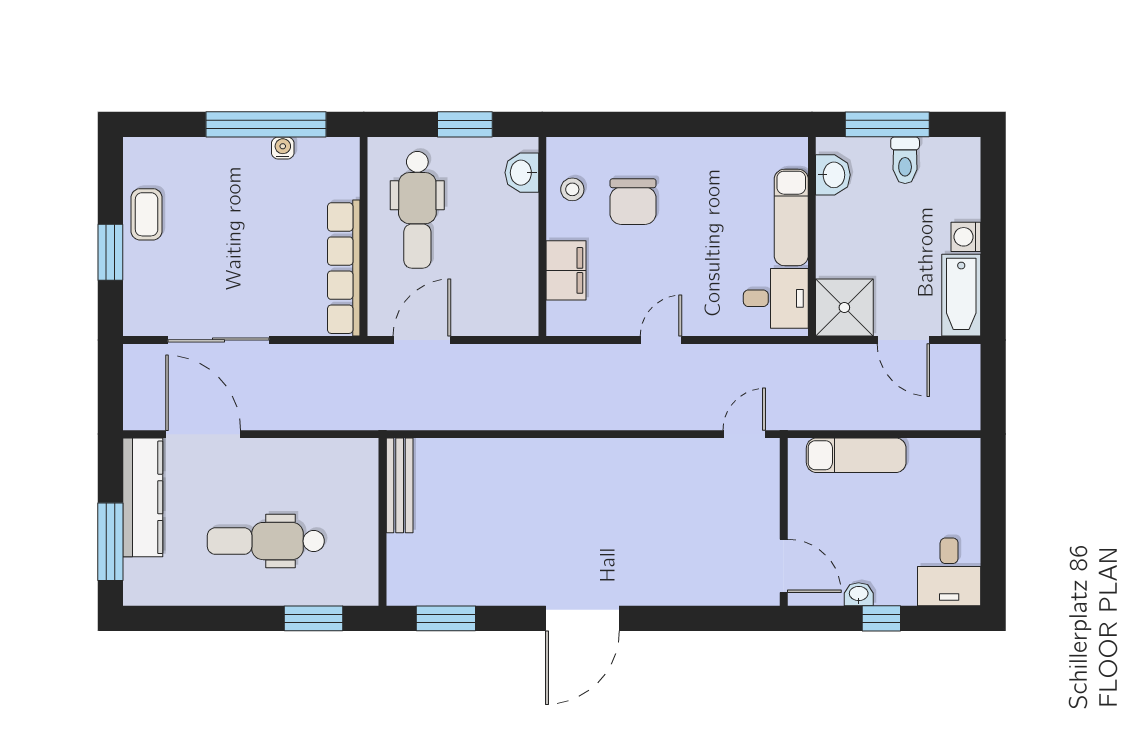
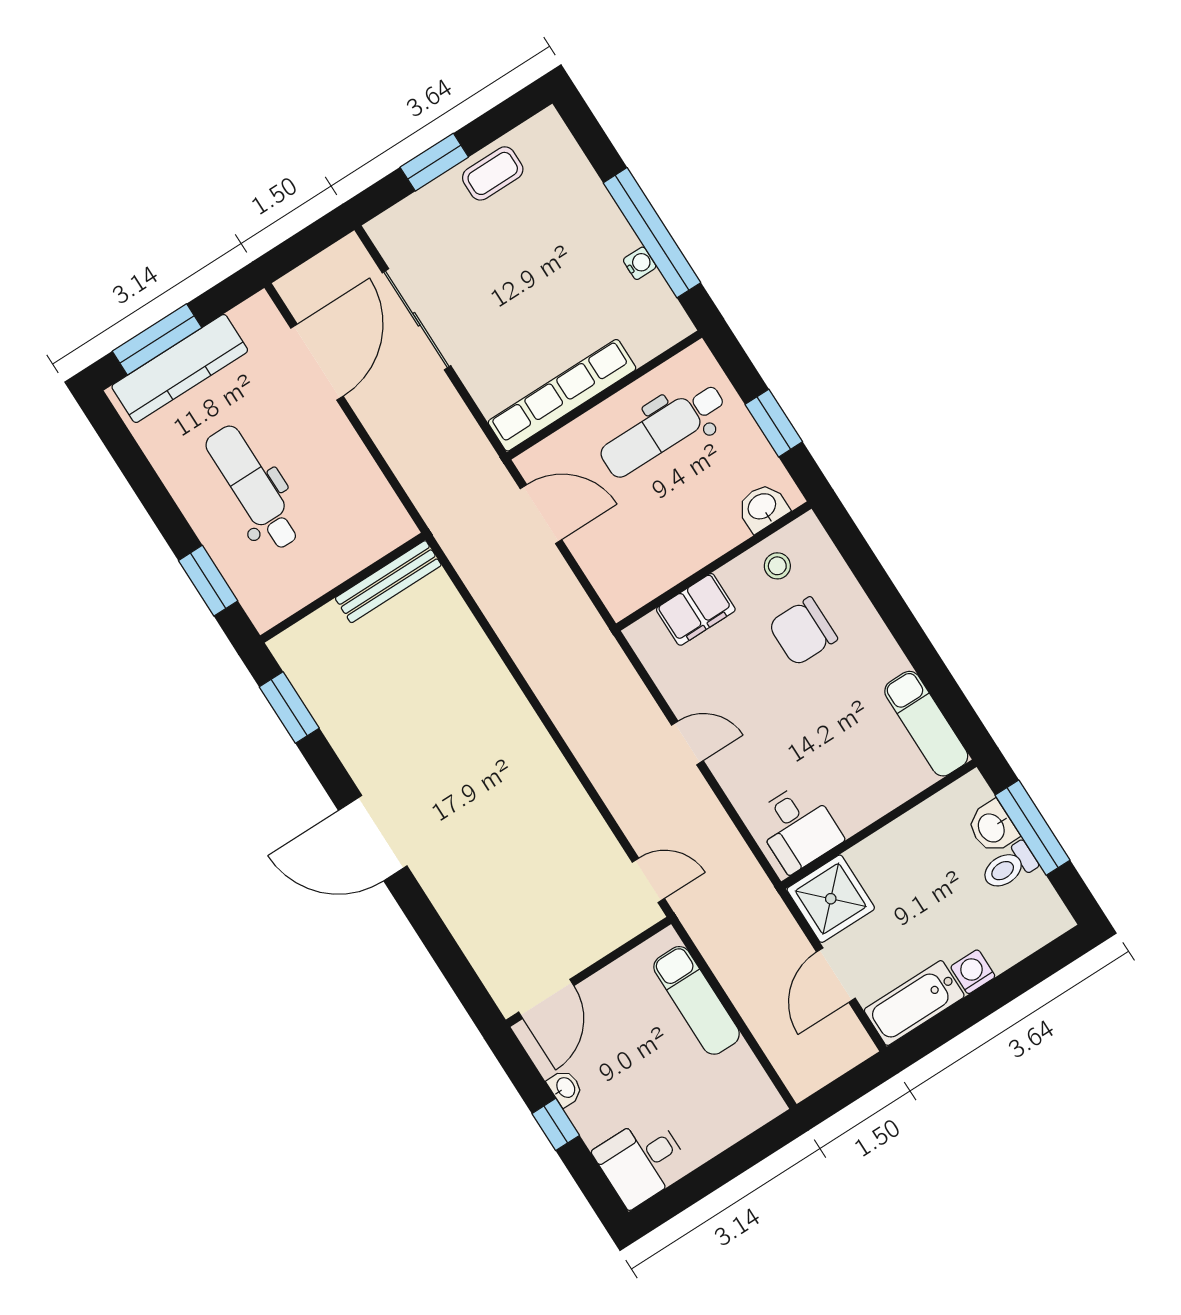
washbasin: (833, 175) -> (992, 827), moved, turned 90
exam couch: (791, 217) -> (926, 724), moved, turned -90
kitchen counter: (143, 497) -> (180, 369), moved

